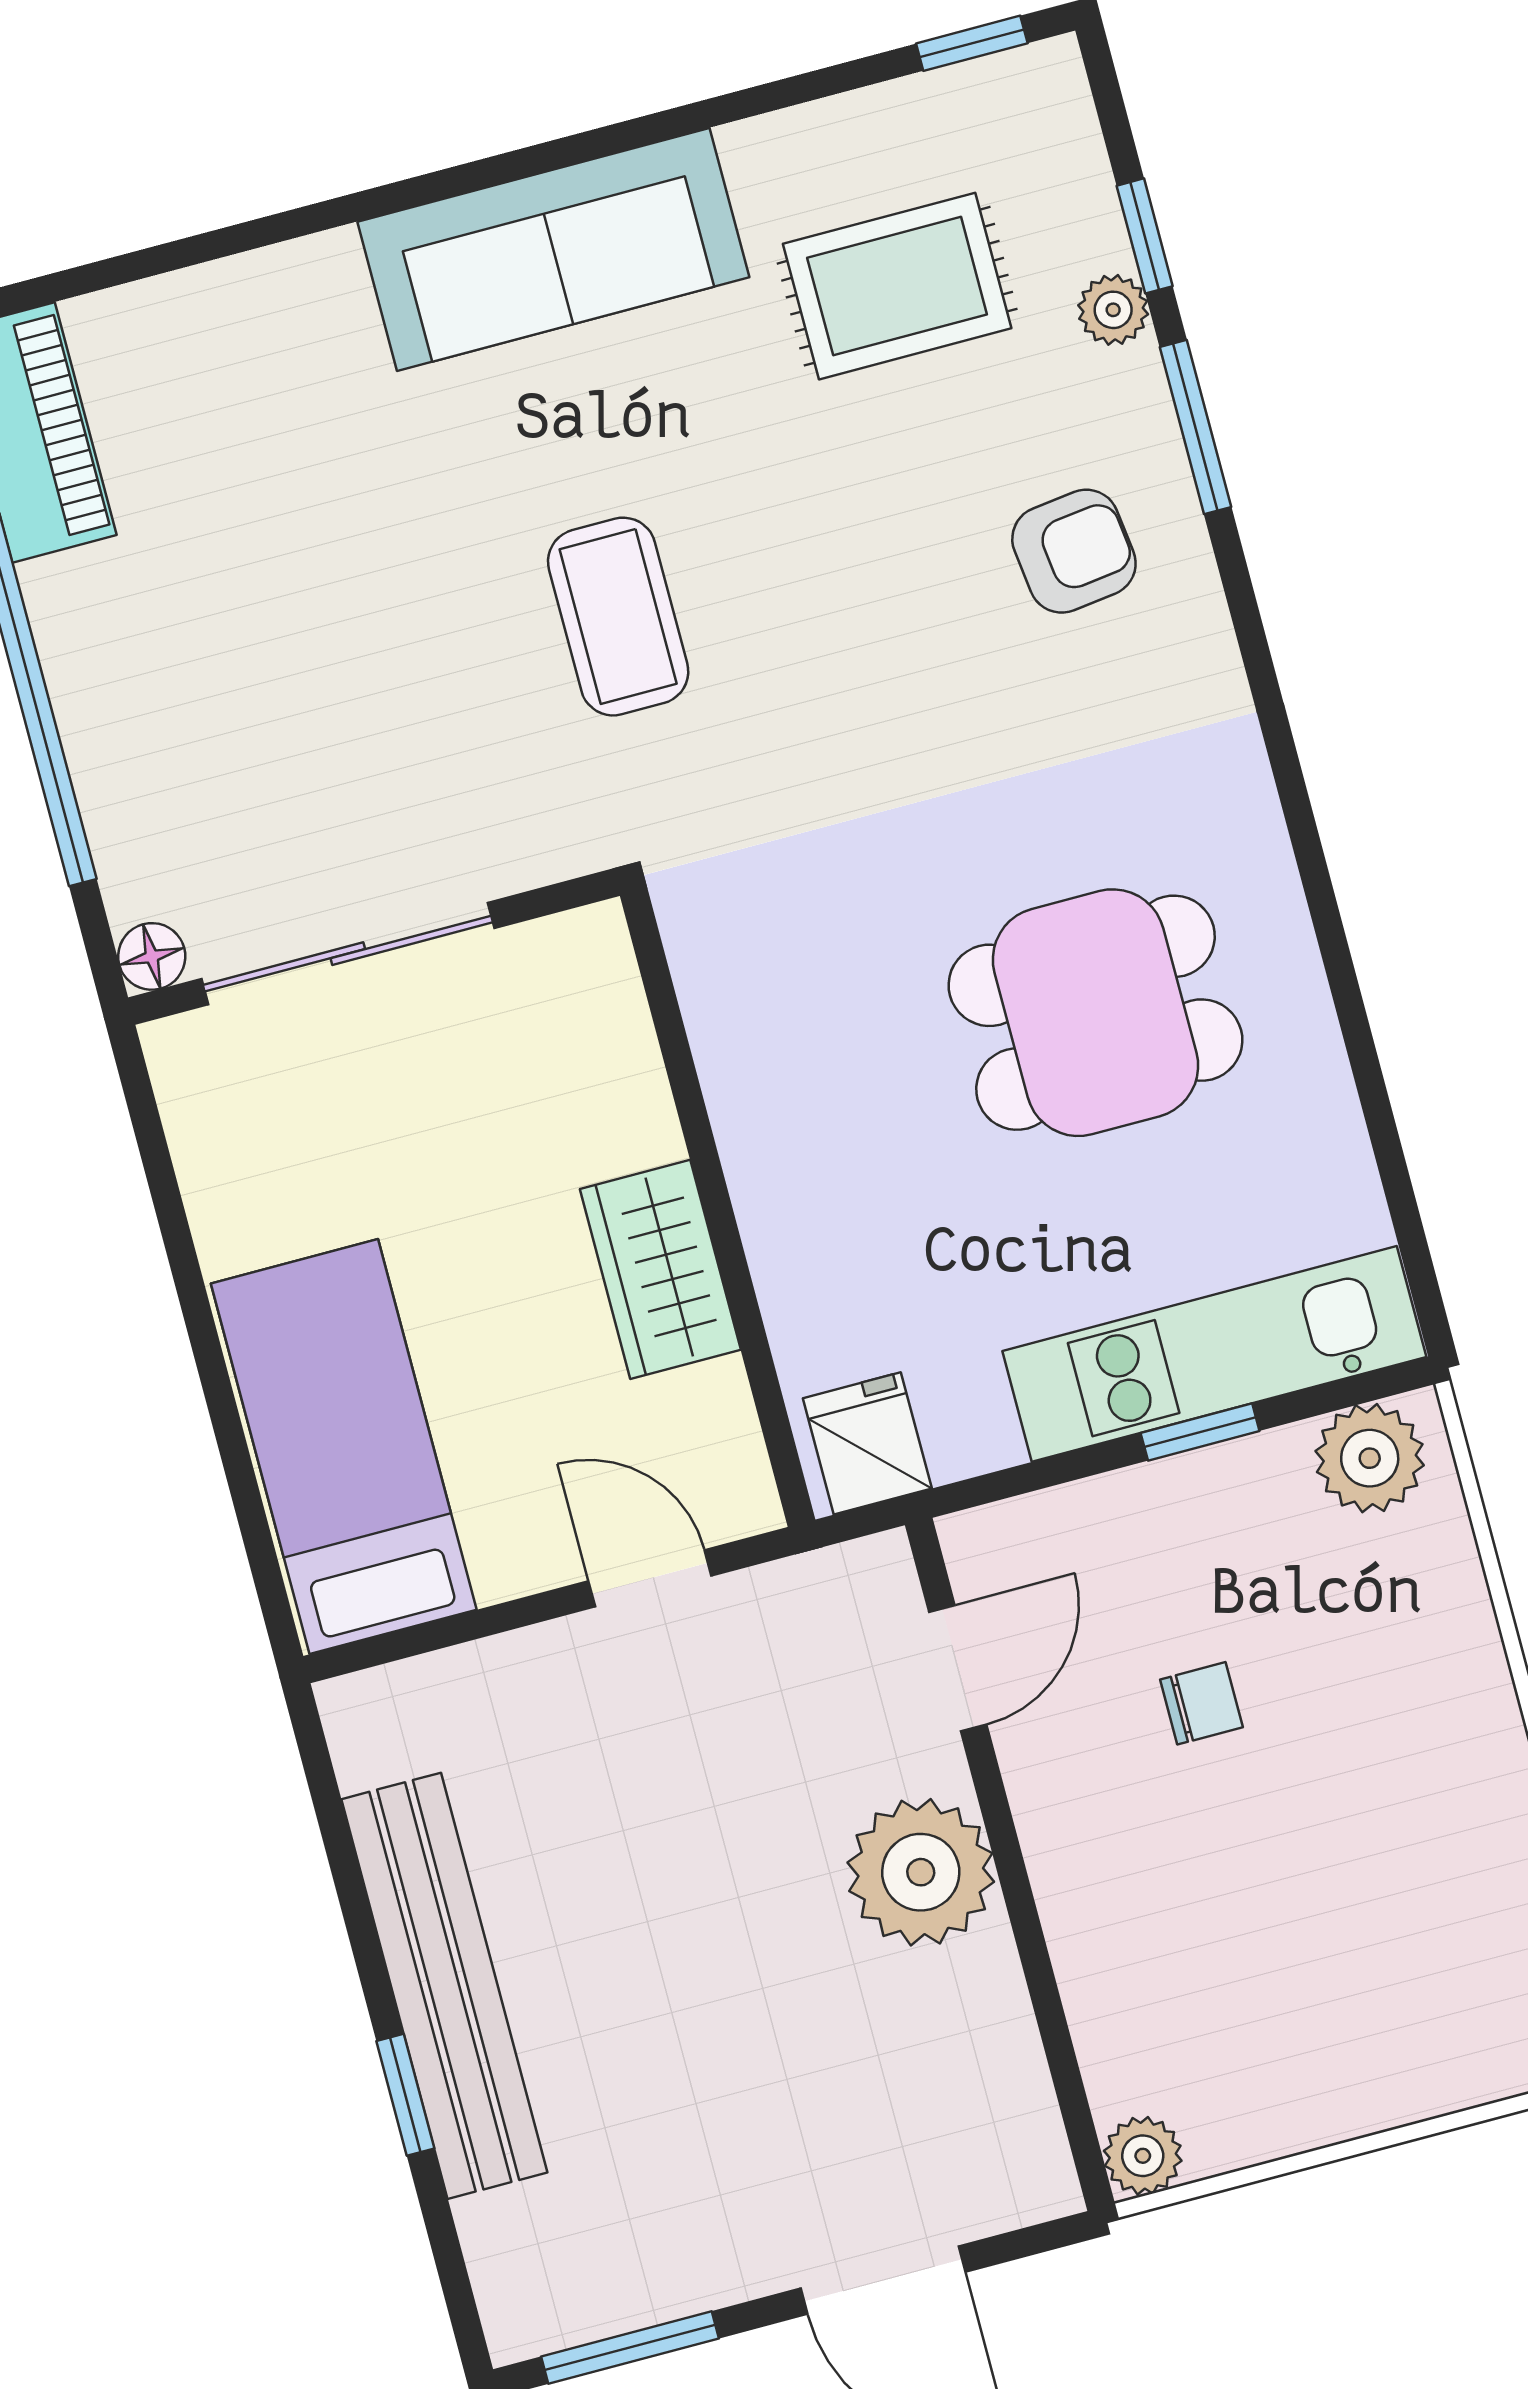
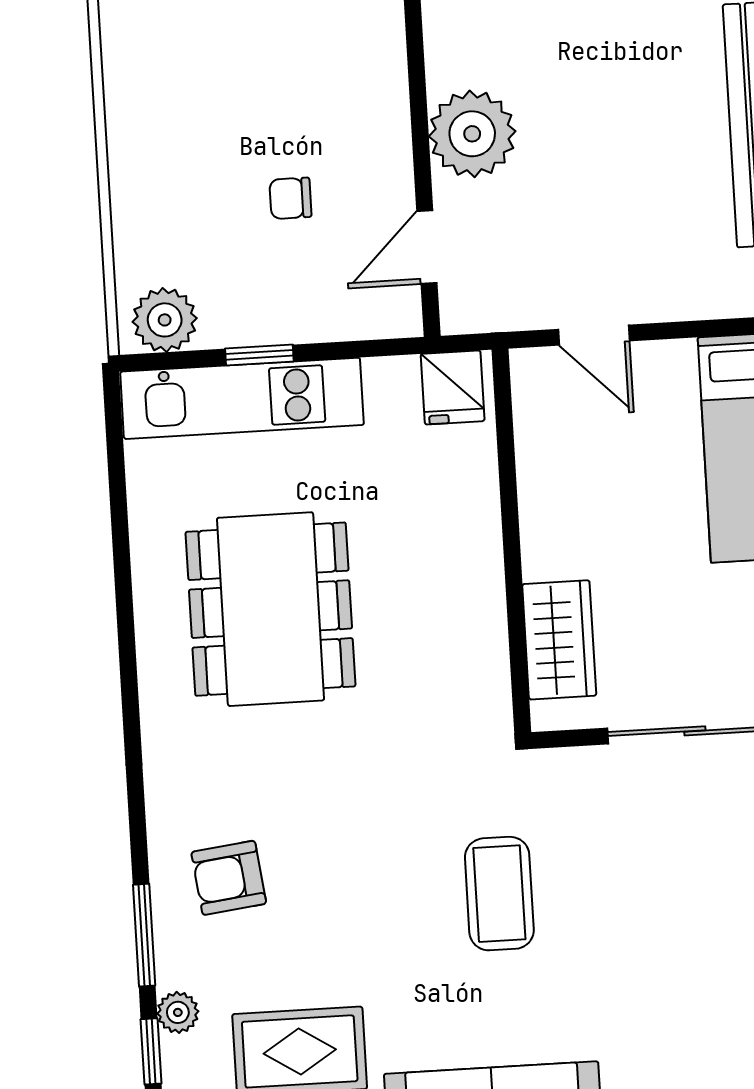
dining table: (1095, 1013) -> (271, 609), width x1.37
wardrobe: (660, 1269) -> (559, 640), moved

